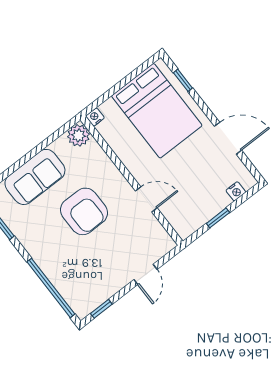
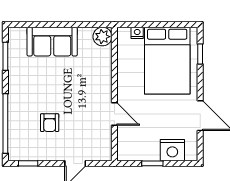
nightstand: (95, 117) -> (137, 33), moved
nightstand: (236, 191) -> (172, 150), width x1.89, depth x1.79
armchair: (84, 211) -> (50, 123), moved, width x0.53, depth x0.53

